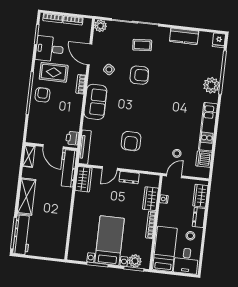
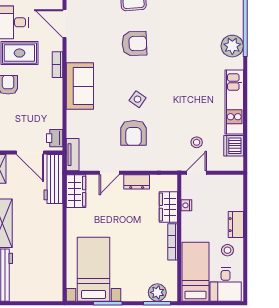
side table: (109, 69) -> (138, 99), moved
tv unit: (85, 147) -> (73, 155), width x0.71
wardrobe: (200, 196) -> (235, 195), removed
bed with nightstands: (110, 241) -> (94, 269), moved

